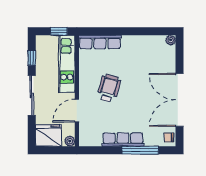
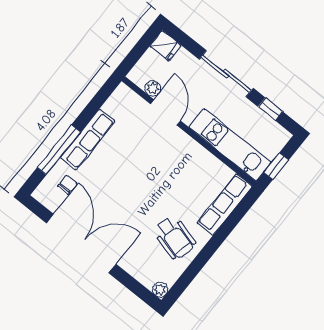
wheelchair: (109, 88) -> (175, 238), moved
fridge: (48, 135) -> (165, 46), width x0.53, depth x0.75
chair: (169, 137) -> (67, 185), moved
plant: (70, 141) -> (153, 88), moved

